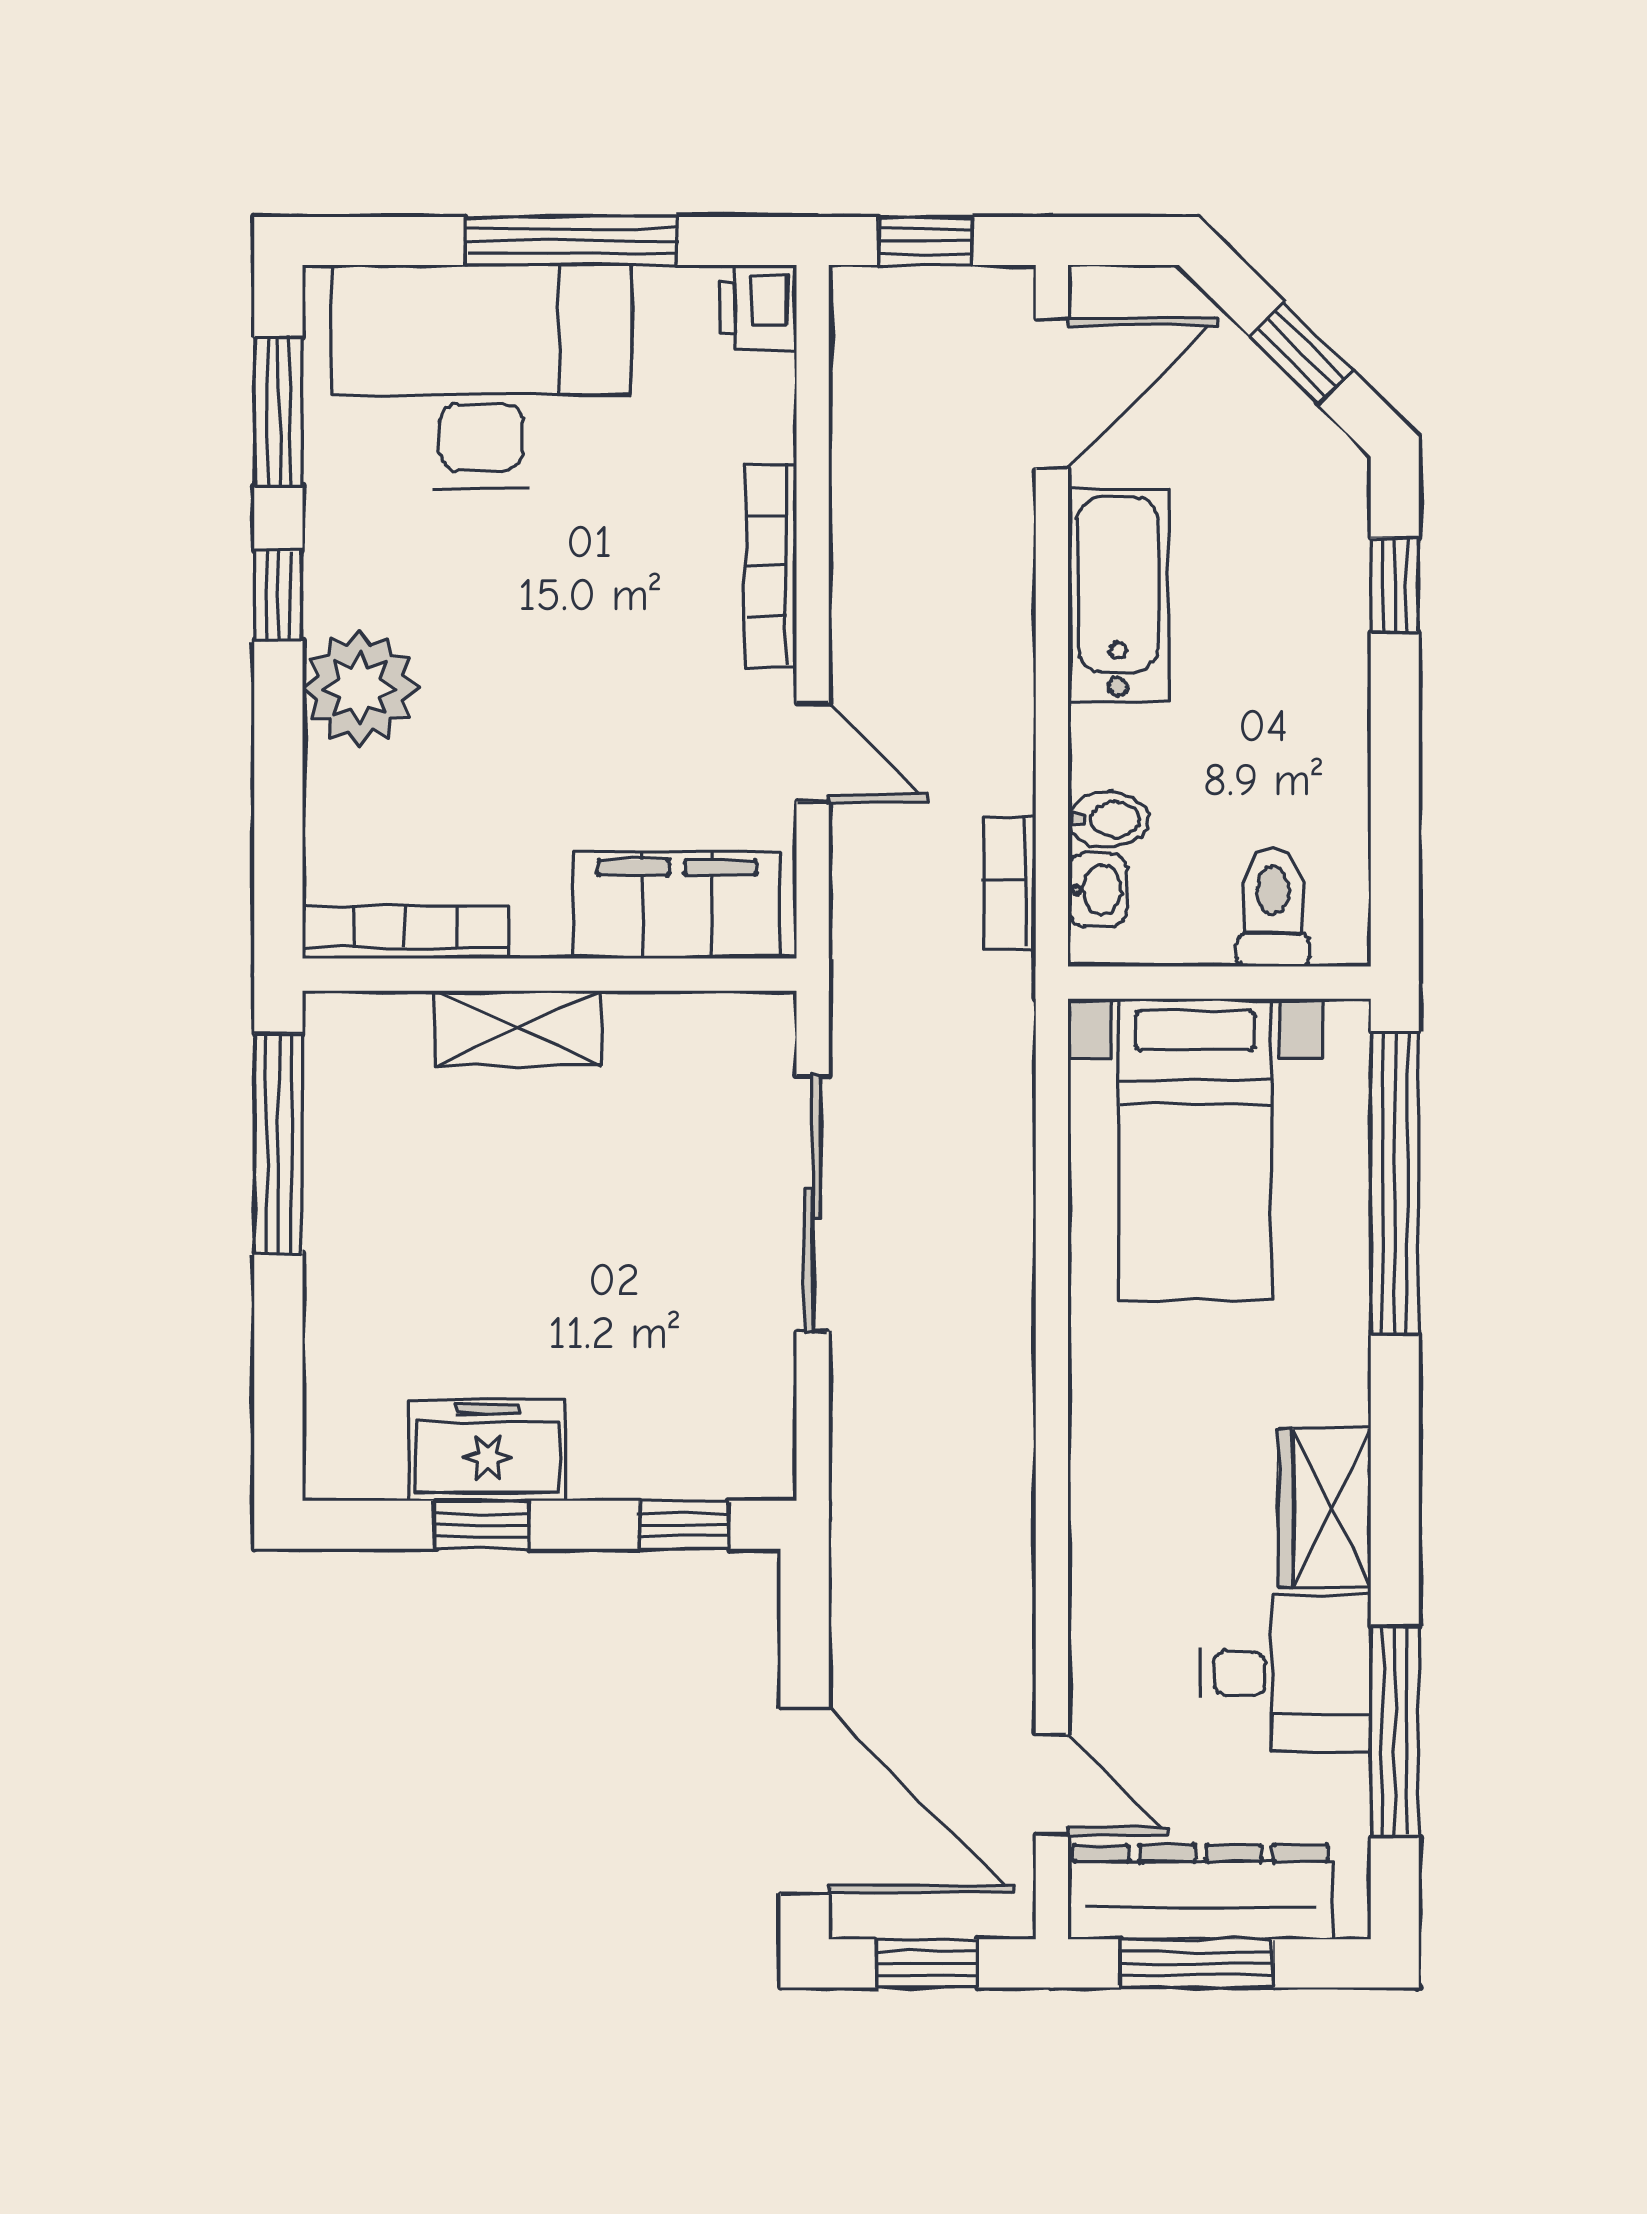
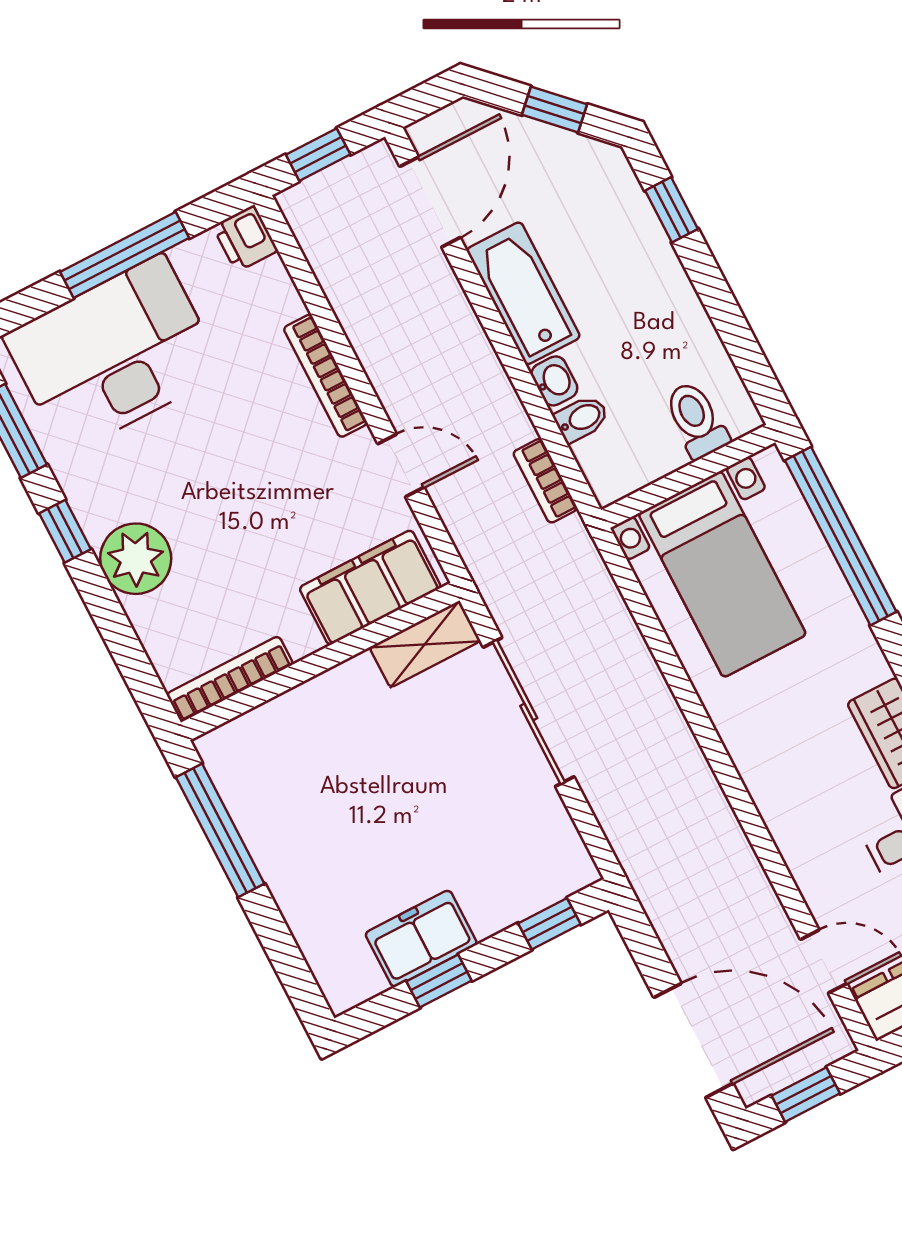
washbasin: (1097, 890) -> (554, 381), moved
shelving: (518, 1028) -> (425, 644), moved

